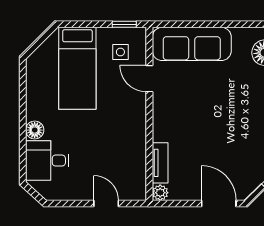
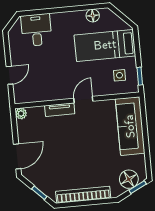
door: (149, 79) -> (83, 100), moved
floor lamp: (35, 130) -> (93, 16), moved
tv unit: (160, 163) -> (60, 110), moved

